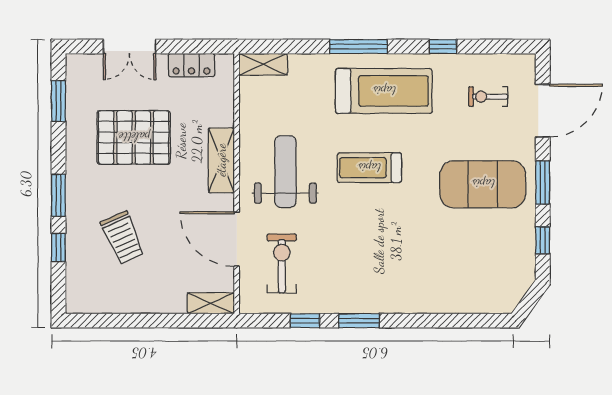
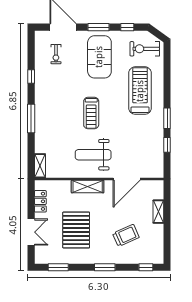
treadmill: (384, 91) -> (140, 91), moved
window: (58, 247) -> (146, 267), moved
exercise bike: (282, 263) -> (145, 49), moved
shelving: (211, 303) -> (158, 212), moved

